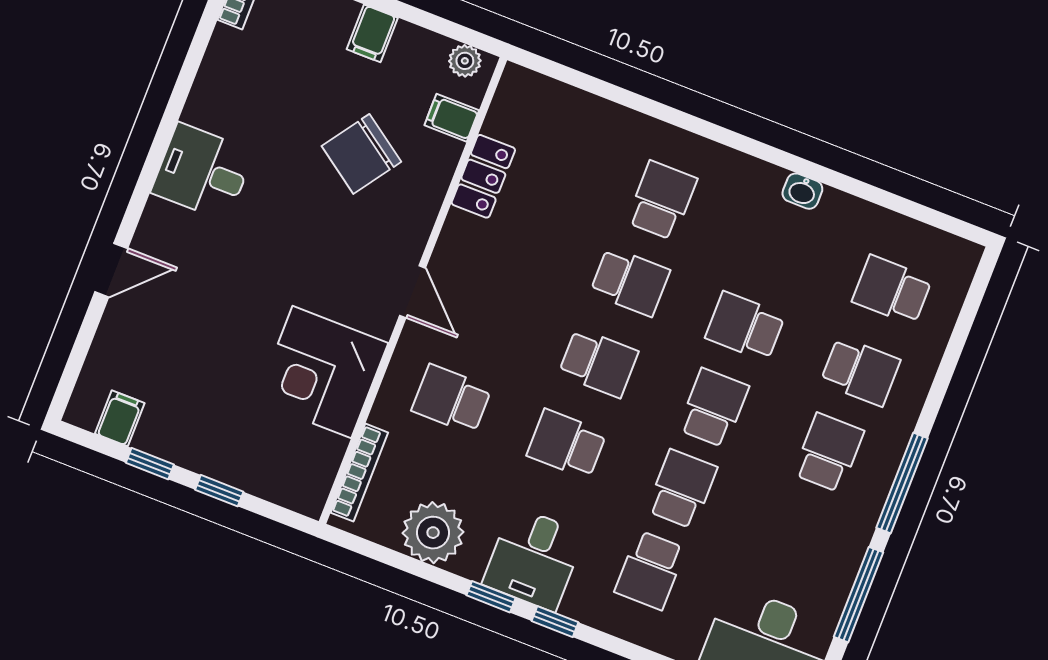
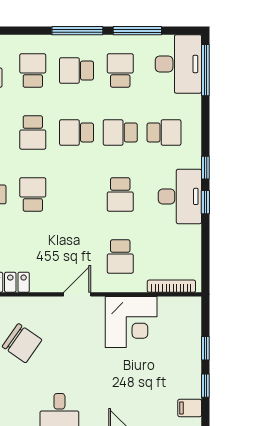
school desk: (598, 363) -> (120, 71), moved
plant: (433, 533) -> (186, 241), removed
desk: (534, 559) -> (180, 196), width x1.37

